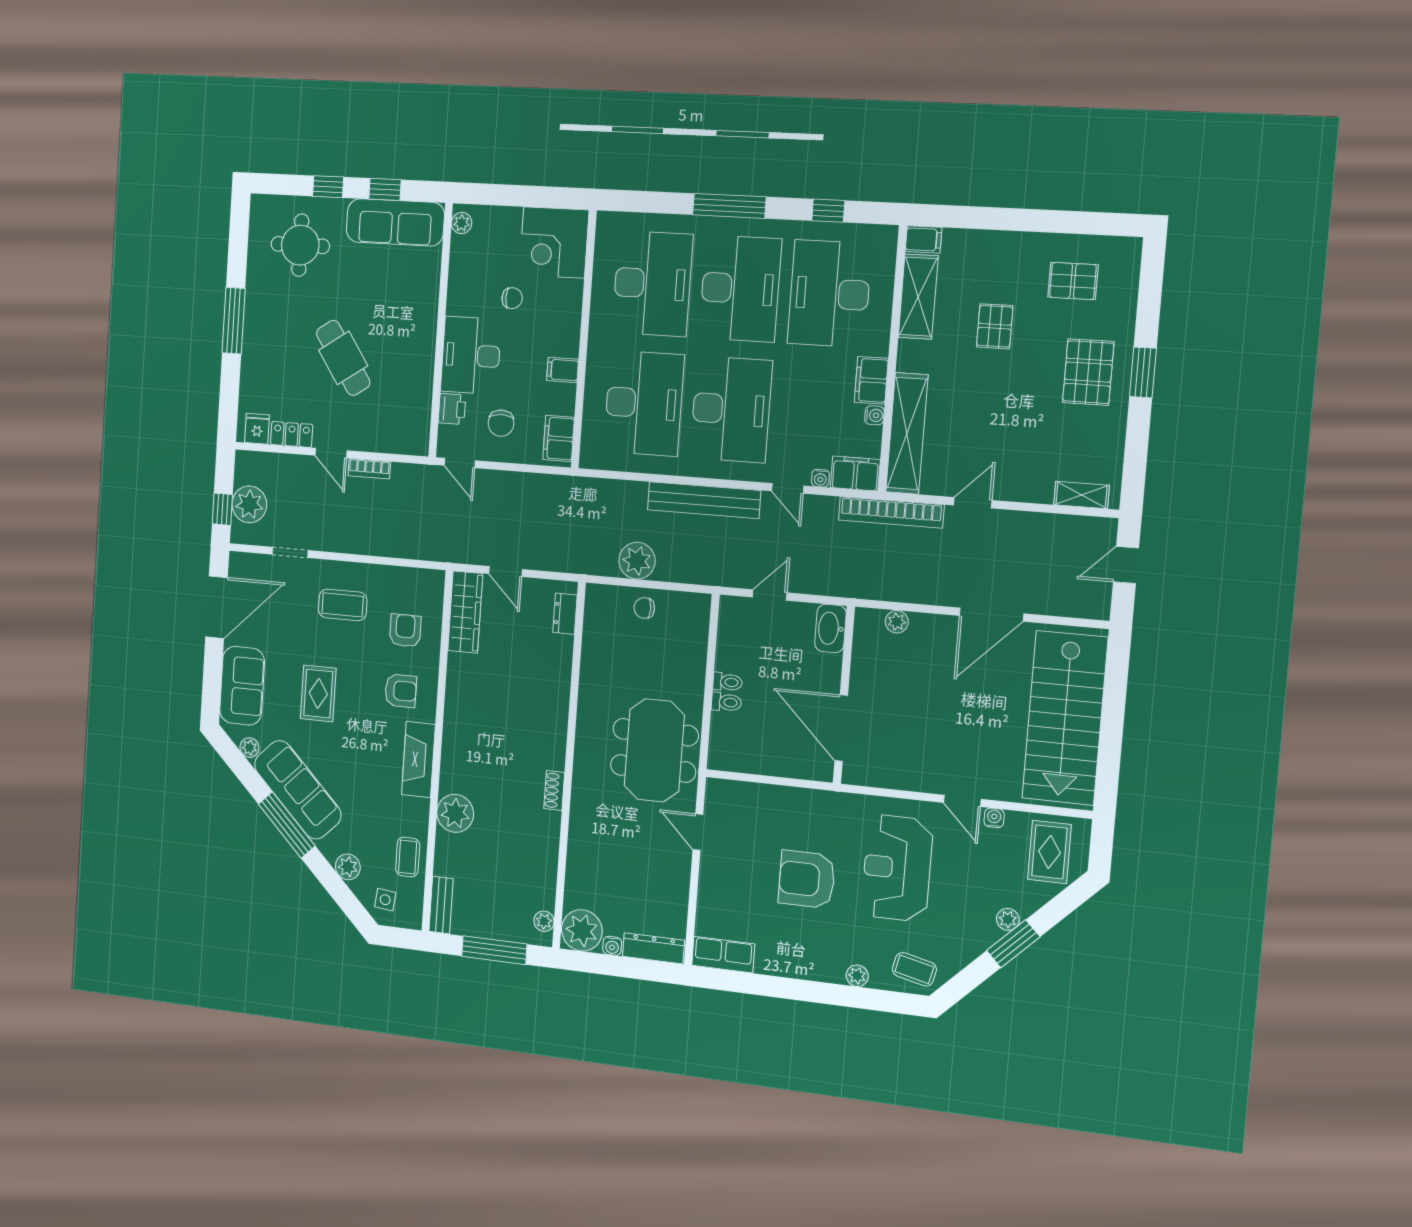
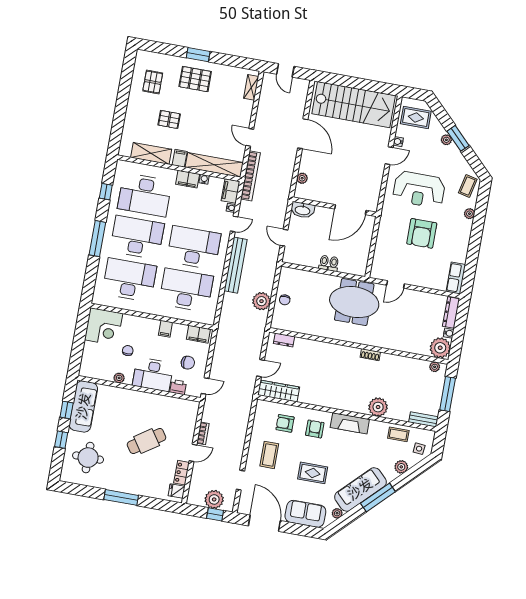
plant: (462, 223) -> (119, 378), moved
filing cabinet: (924, 239) -> (180, 158), moved

